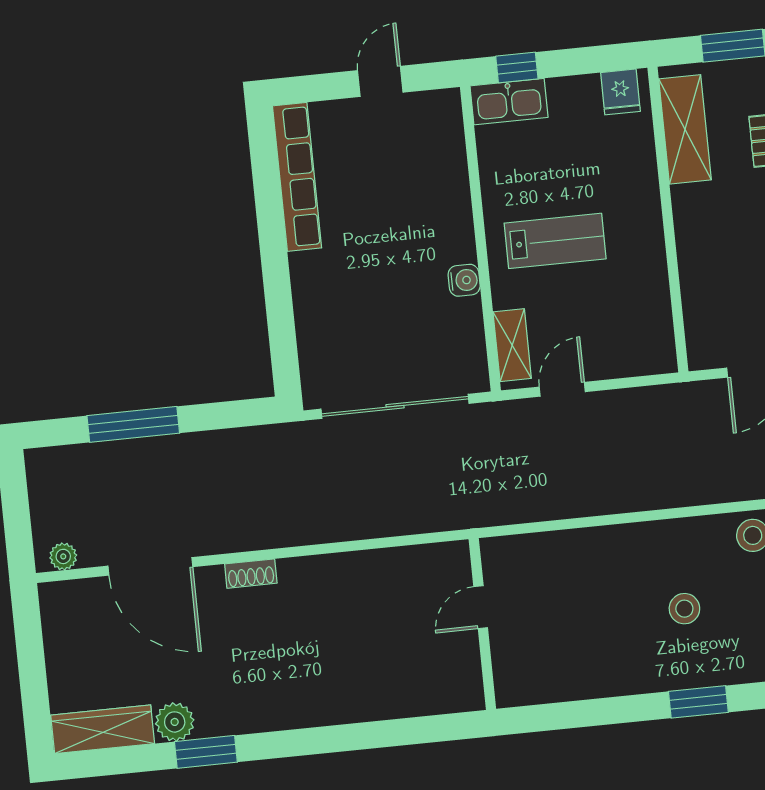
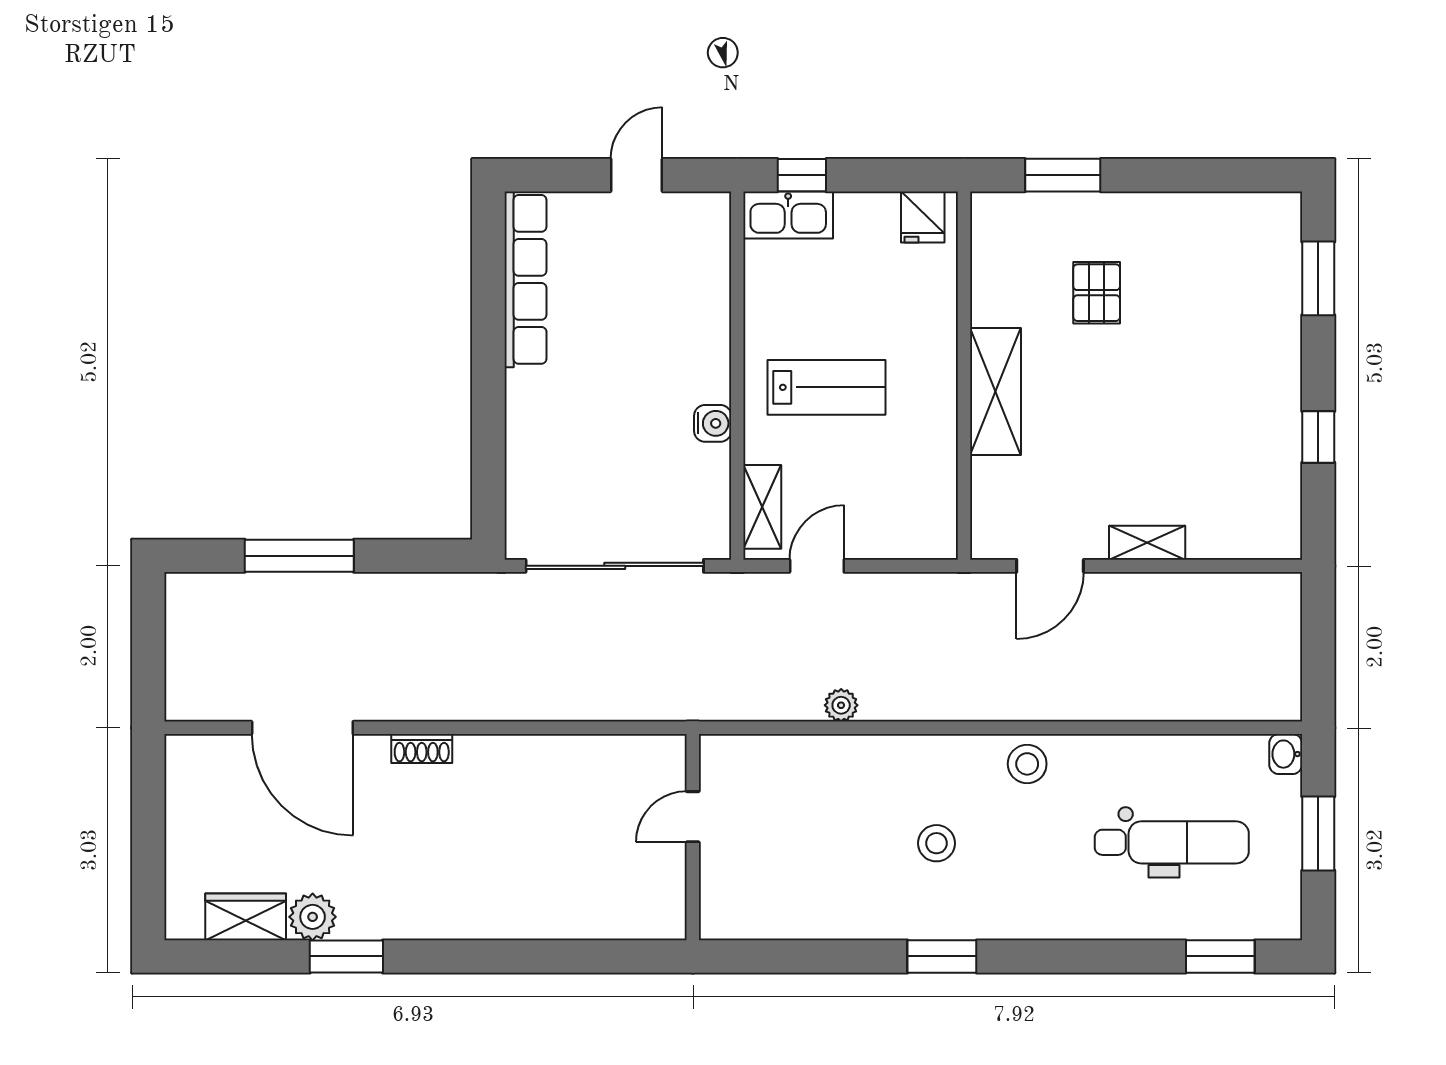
shelving: (685, 129) -> (996, 391), moved
plant: (63, 556) -> (841, 705), moved
wardrobe: (103, 729) -> (246, 917), width x0.67

